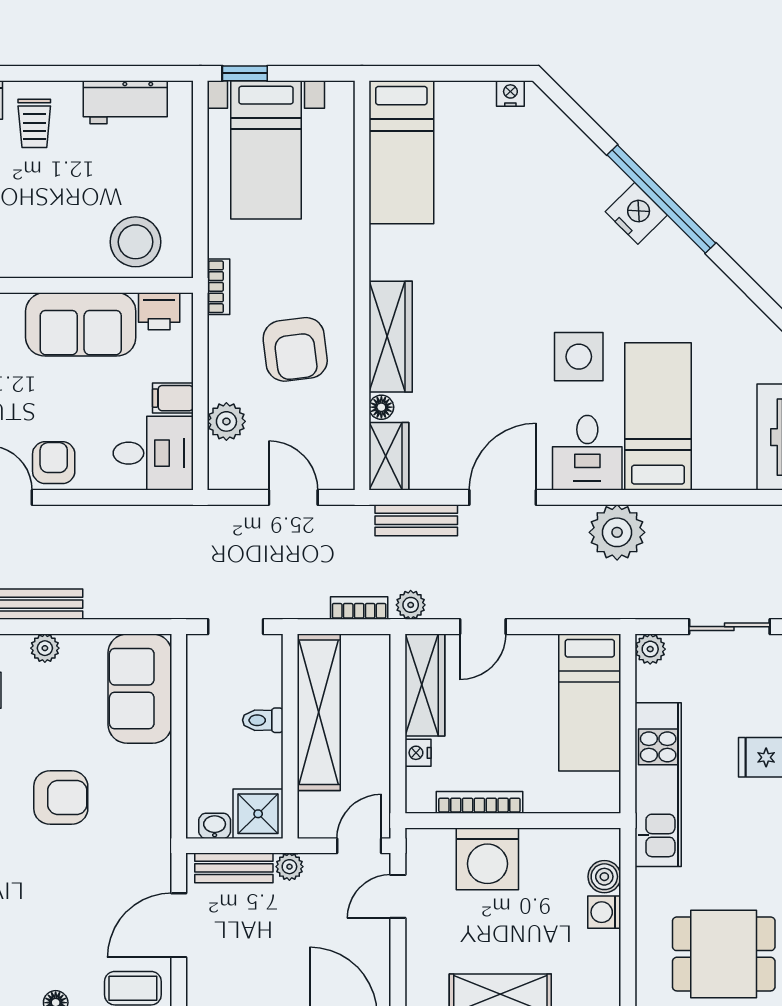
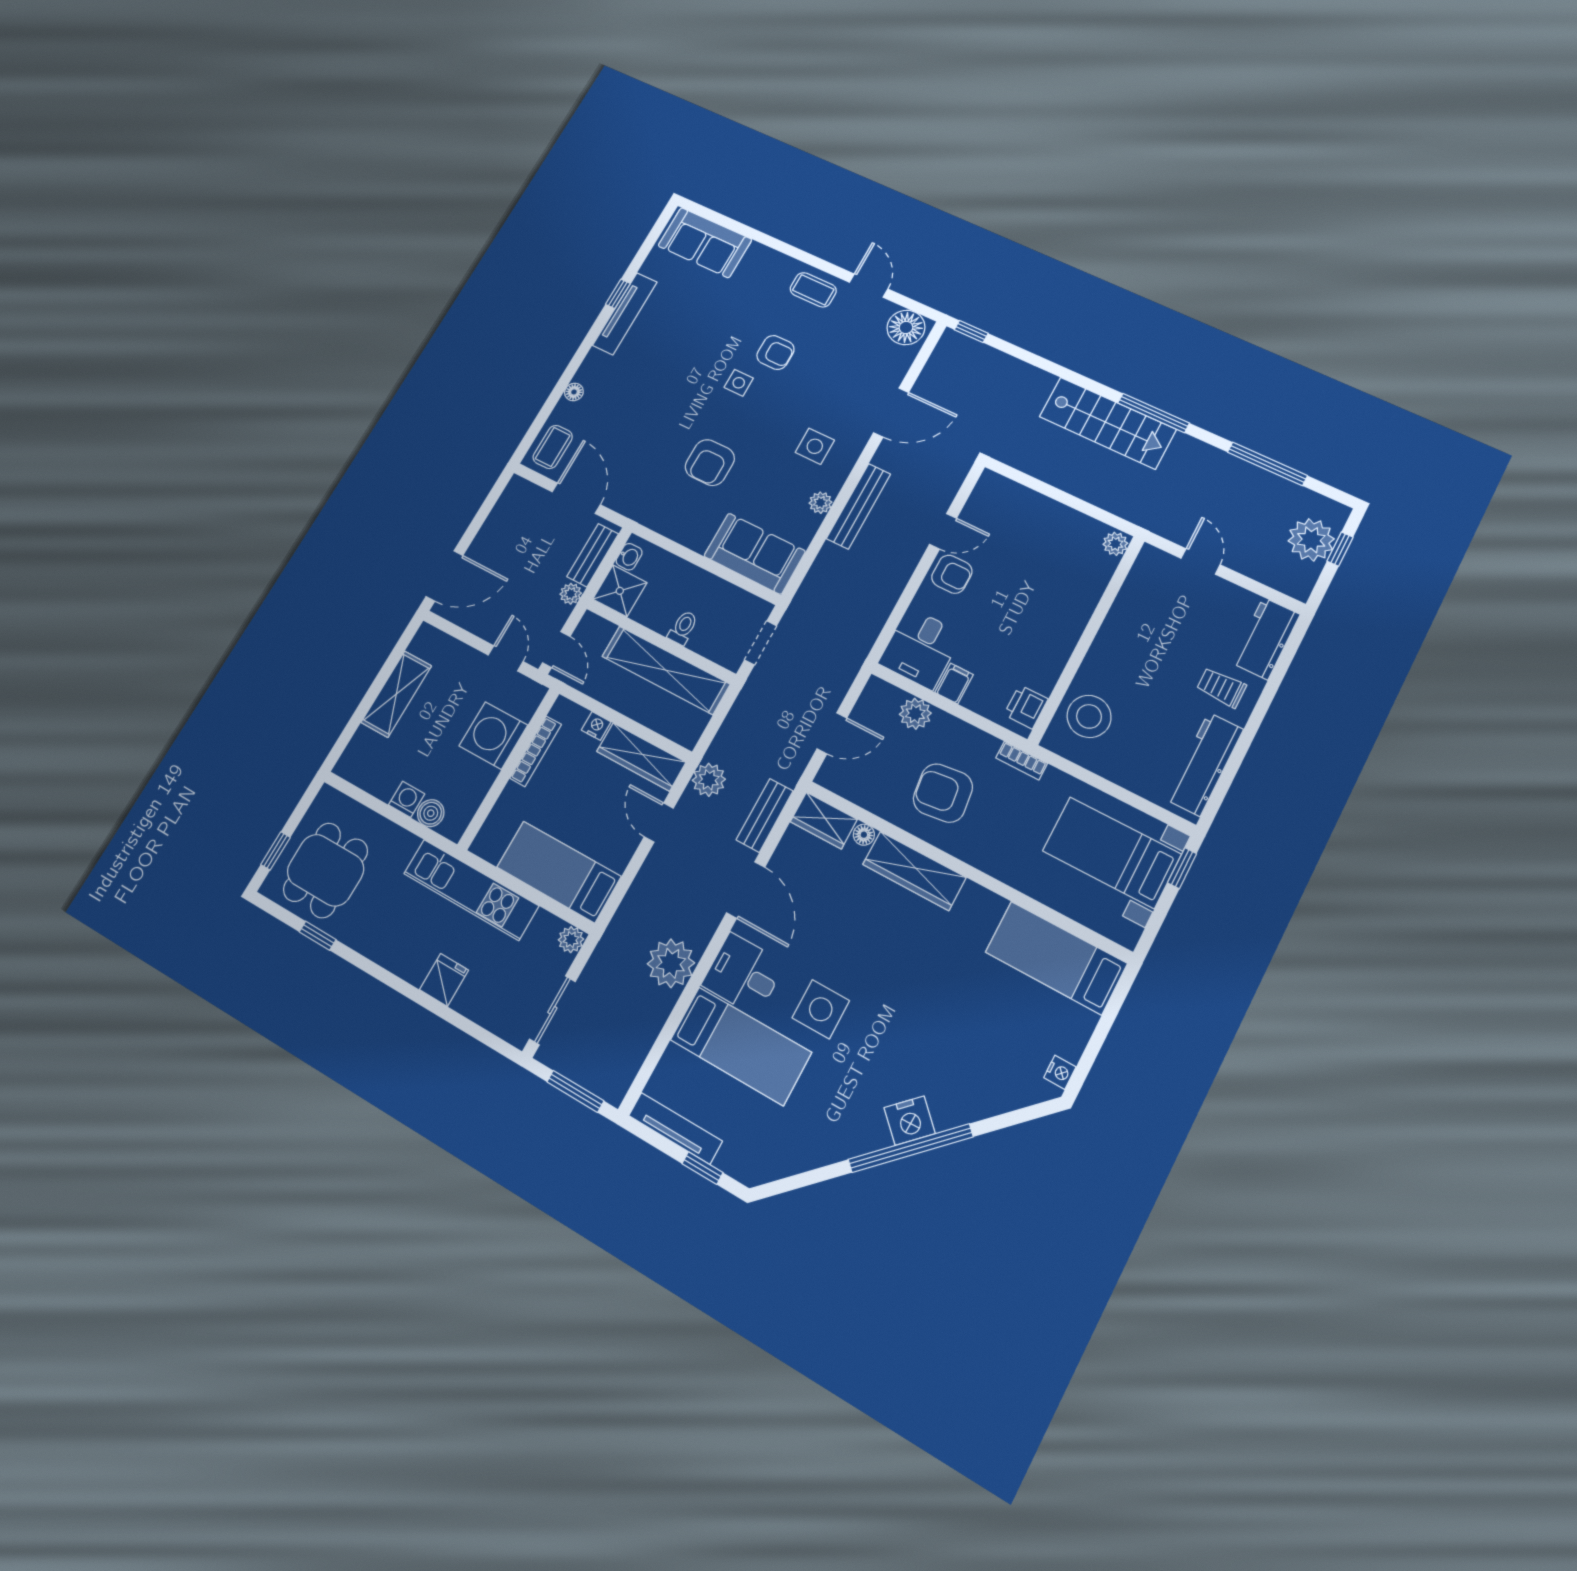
workbench: (125, 102) -> (1204, 764), width x1.37
sofa: (81, 324) -> (1046, 645), removed
plant: (411, 605) -> (709, 780), width x1.38, depth x1.38
bookcase: (359, 608) -> (724, 739), removed

